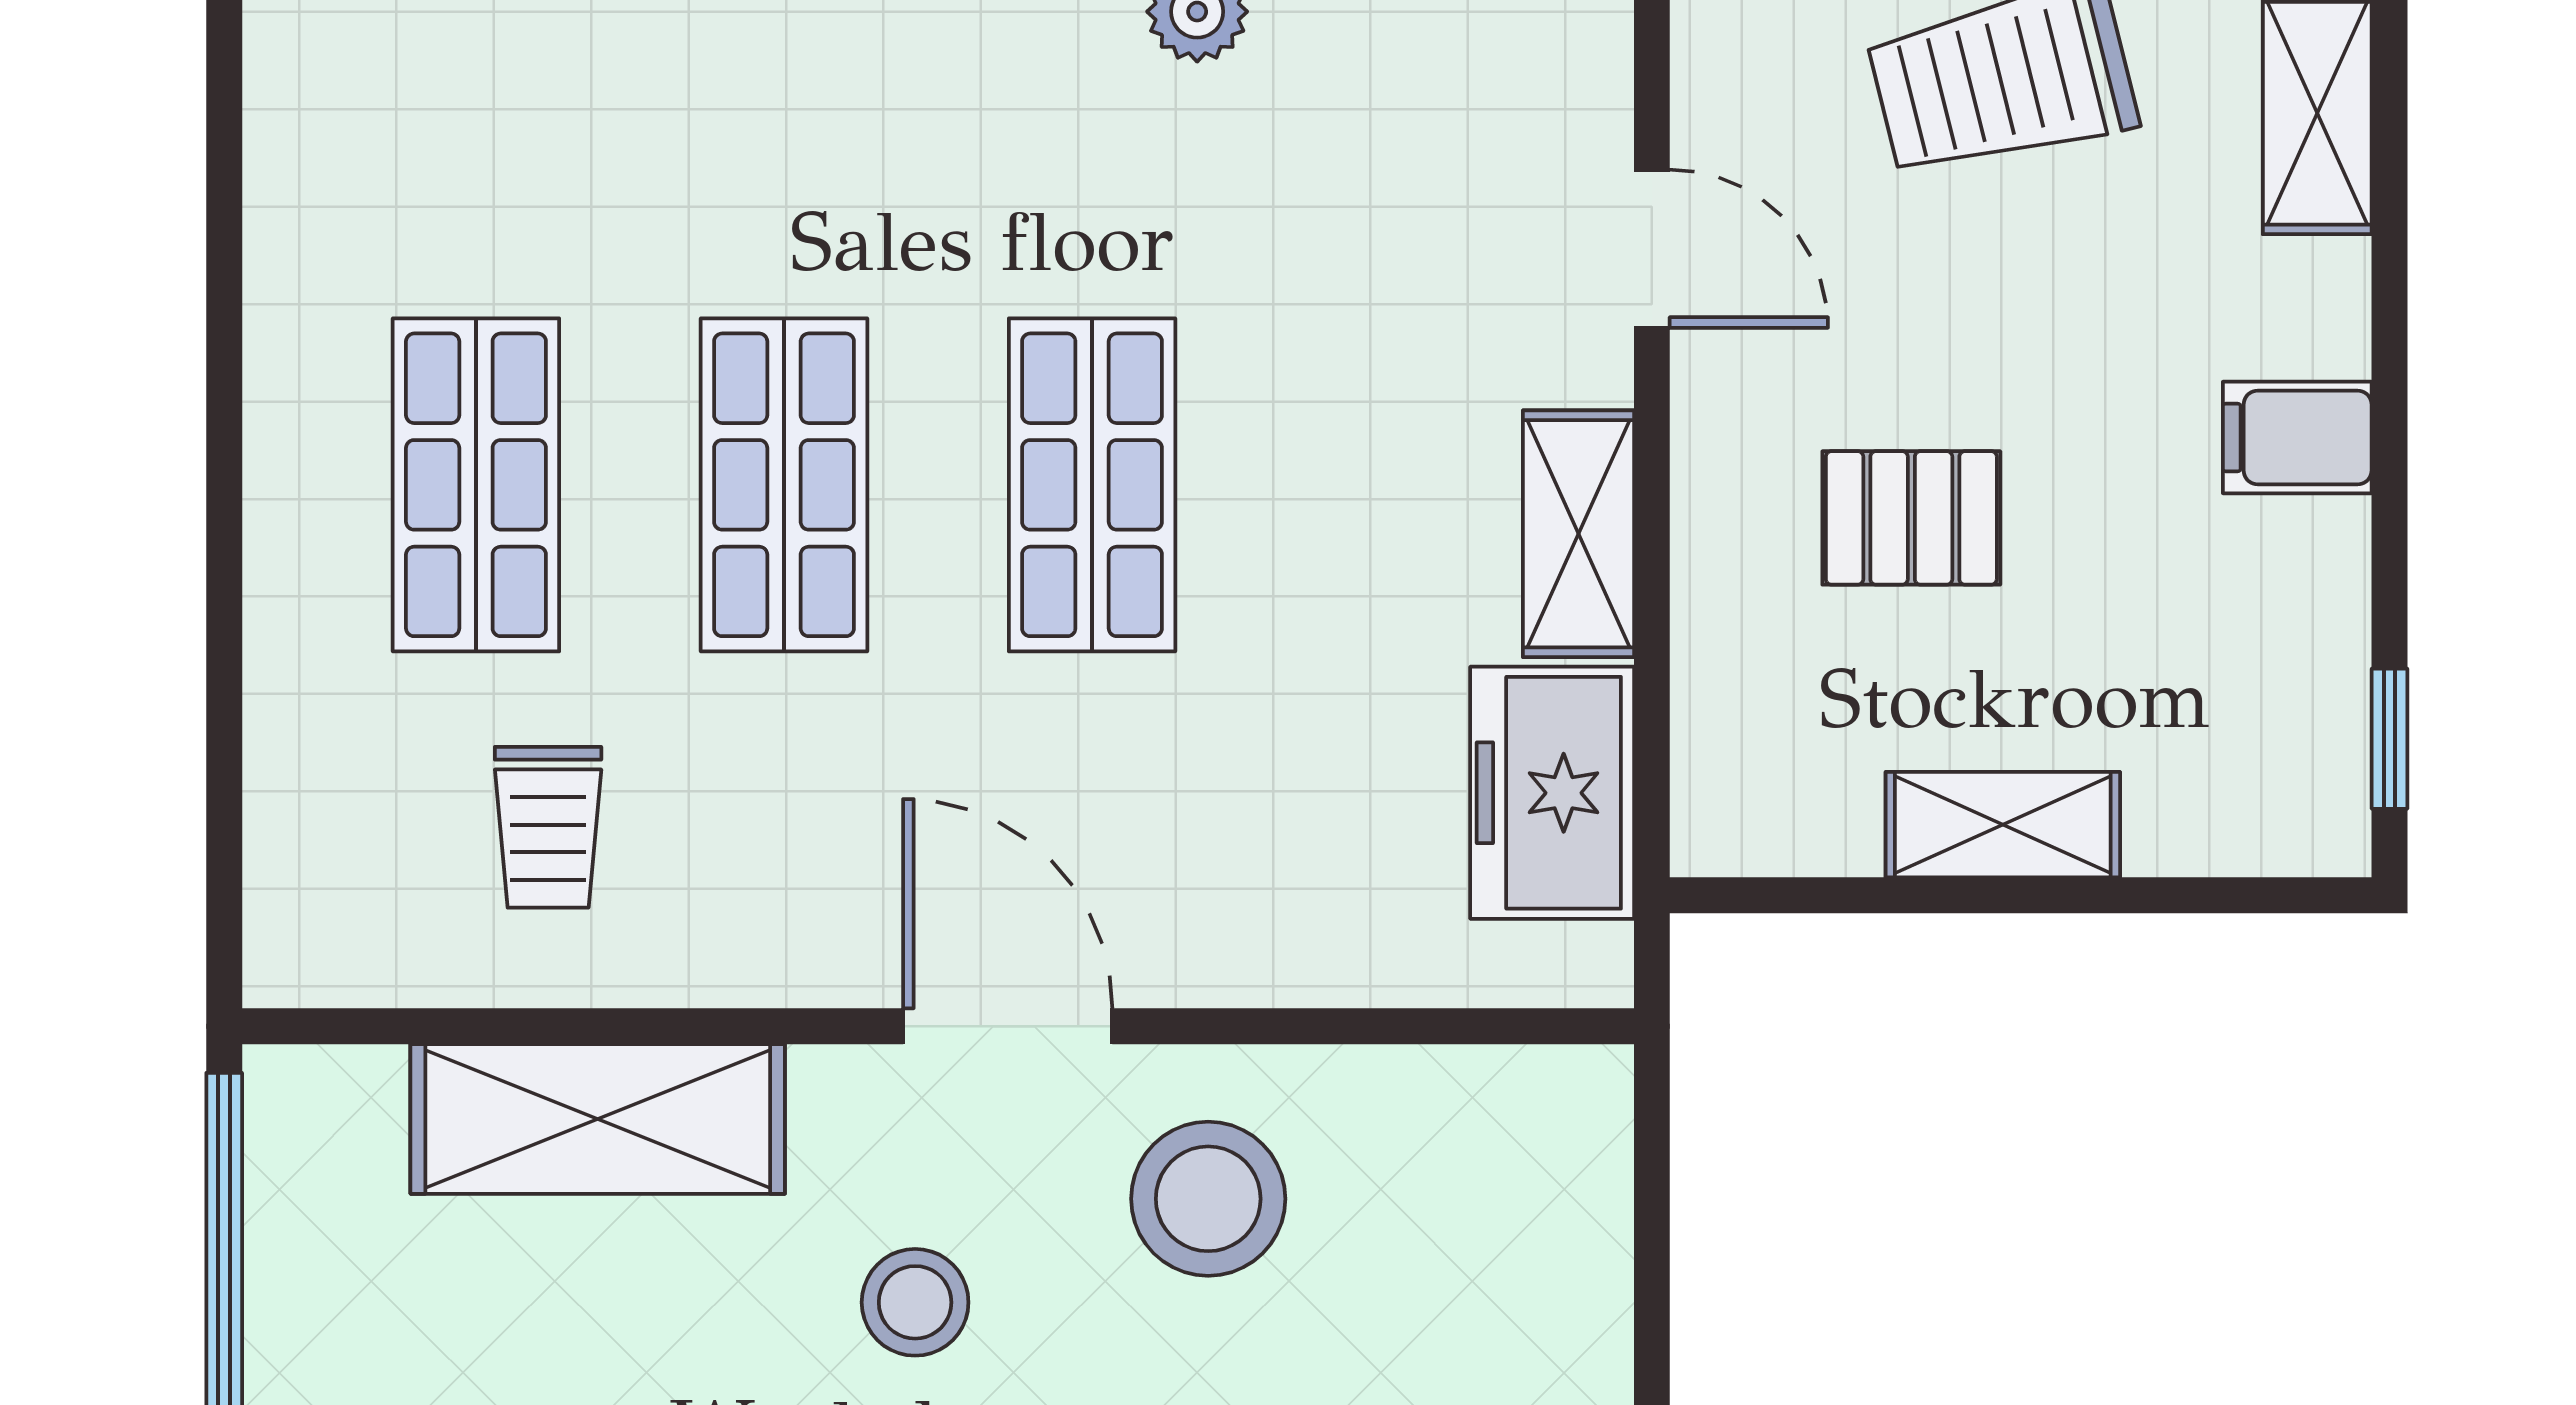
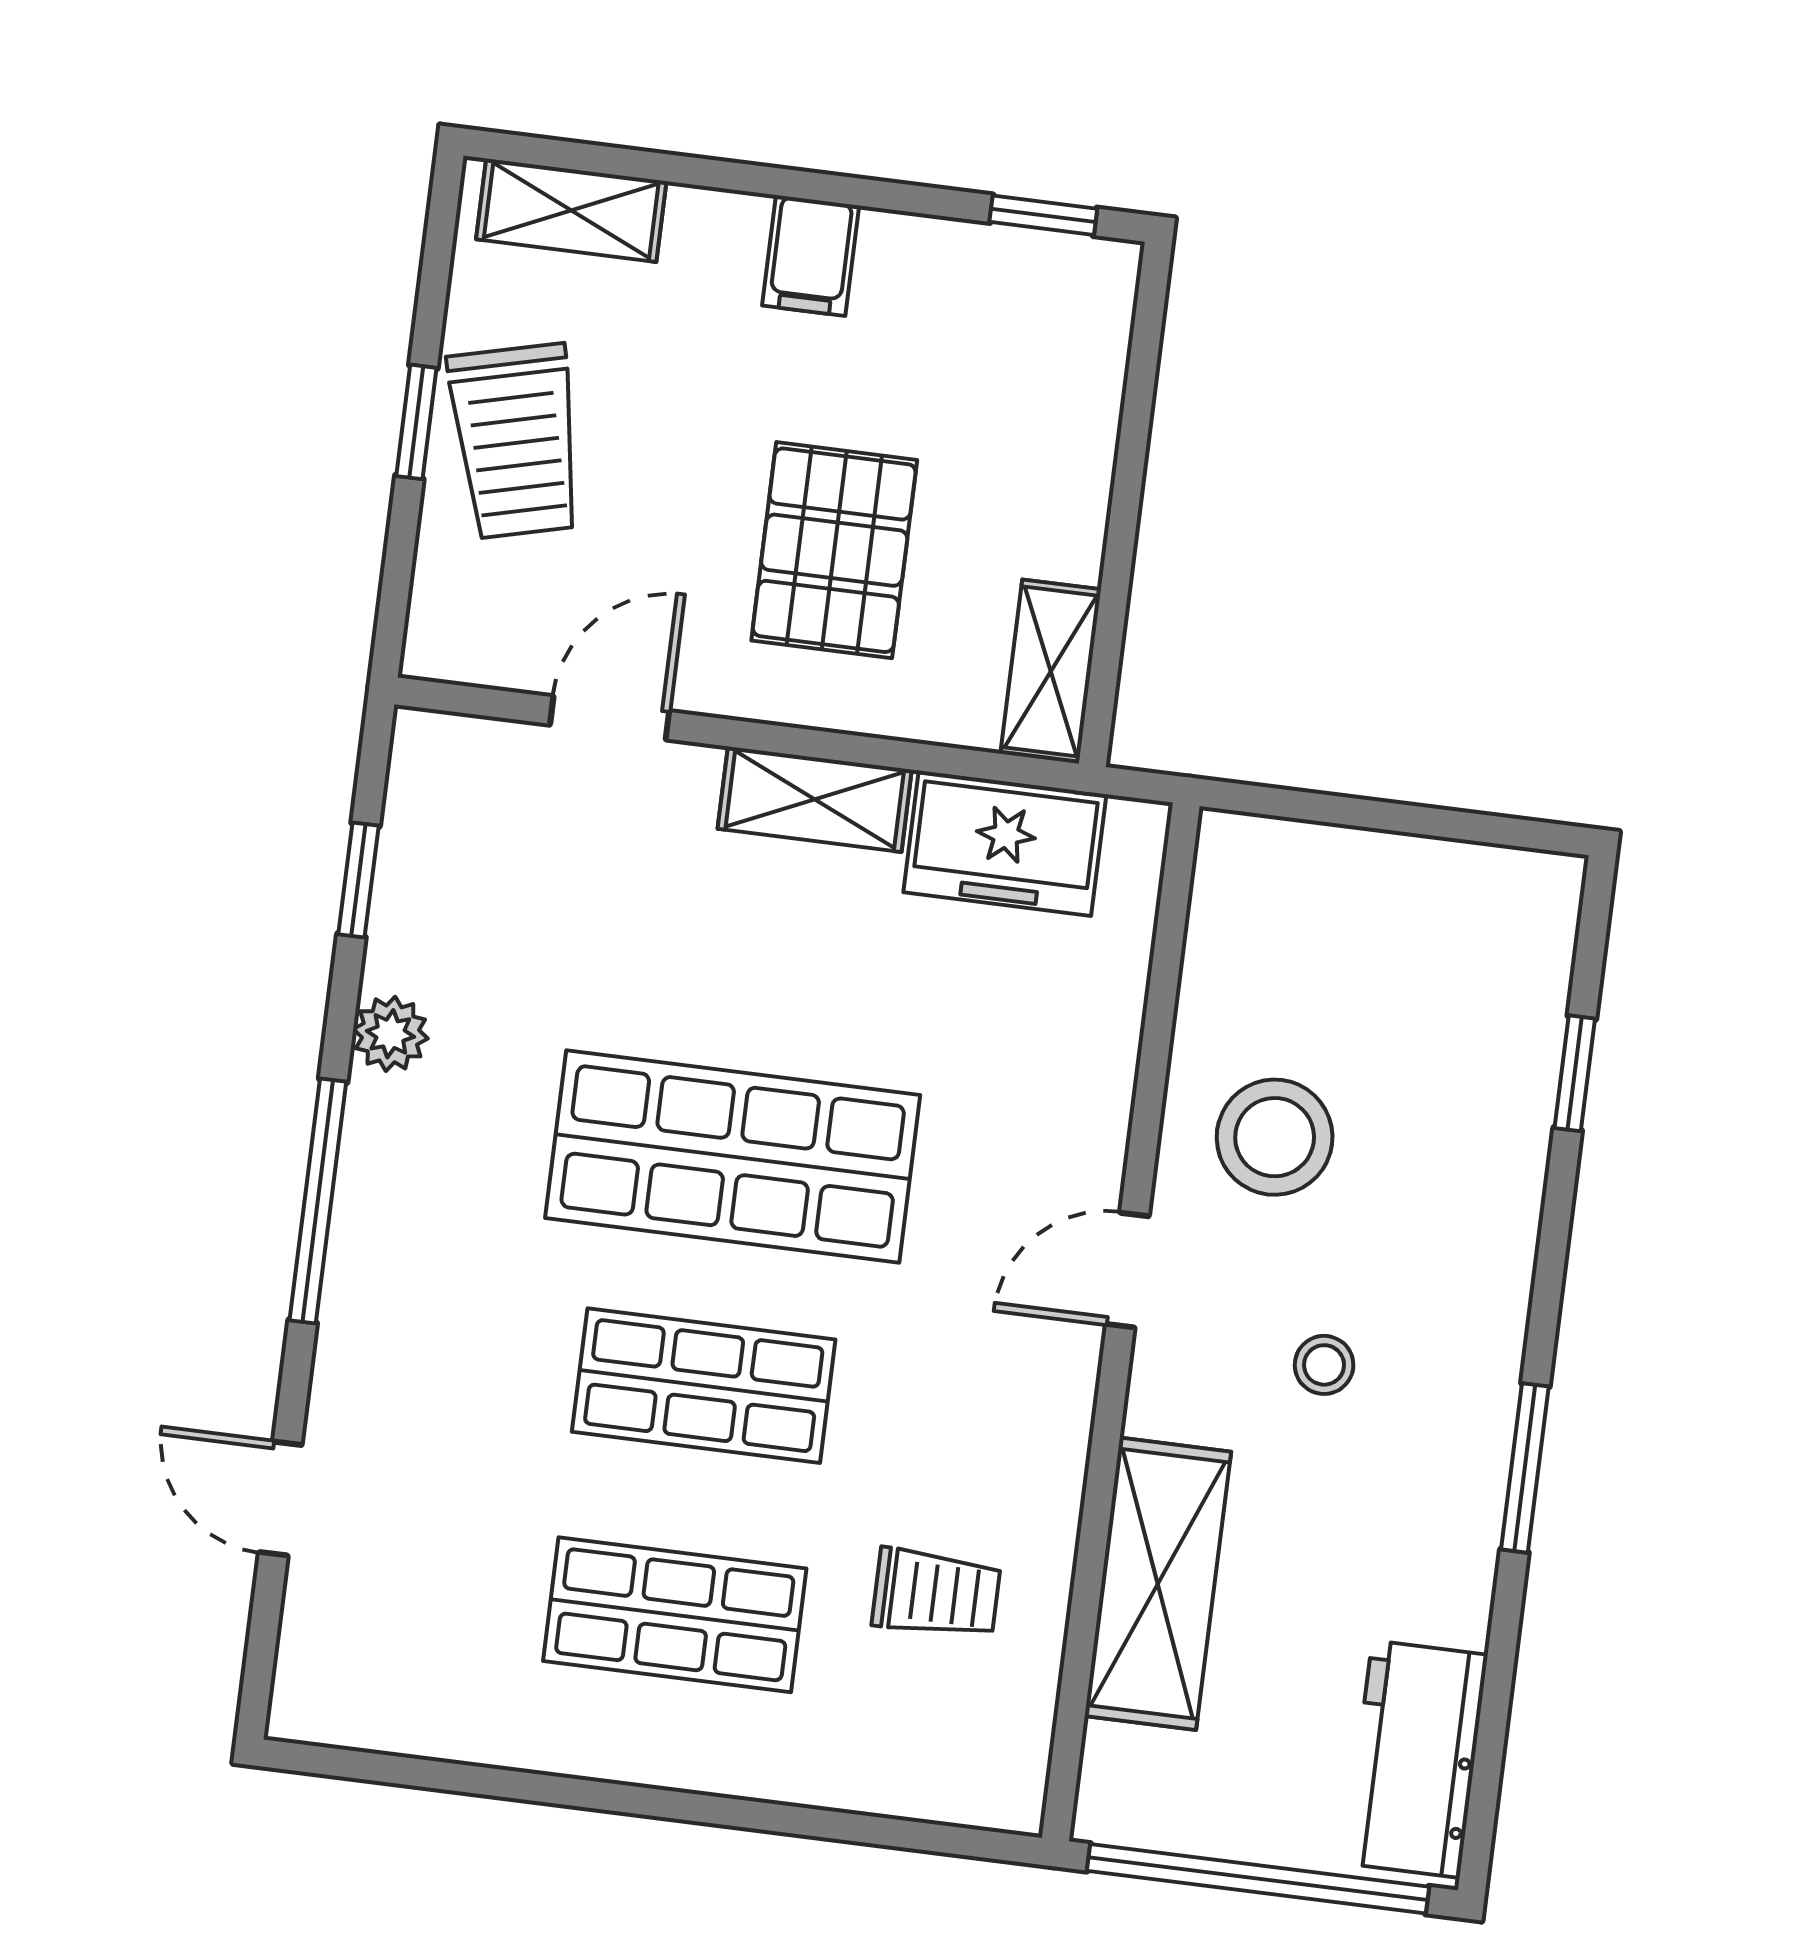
shop shelf: (1092, 485) -> (733, 1156), width x1.43, depth x1.36
pallet: (1911, 518) -> (834, 550), width x1.50, depth x1.42
shelving: (2003, 825) -> (1051, 672), moved
door: (1008, 1026) -> (1127, 1270), width x0.73
stool: (915, 1302) -> (1324, 1365), width x0.73, depth x0.73

